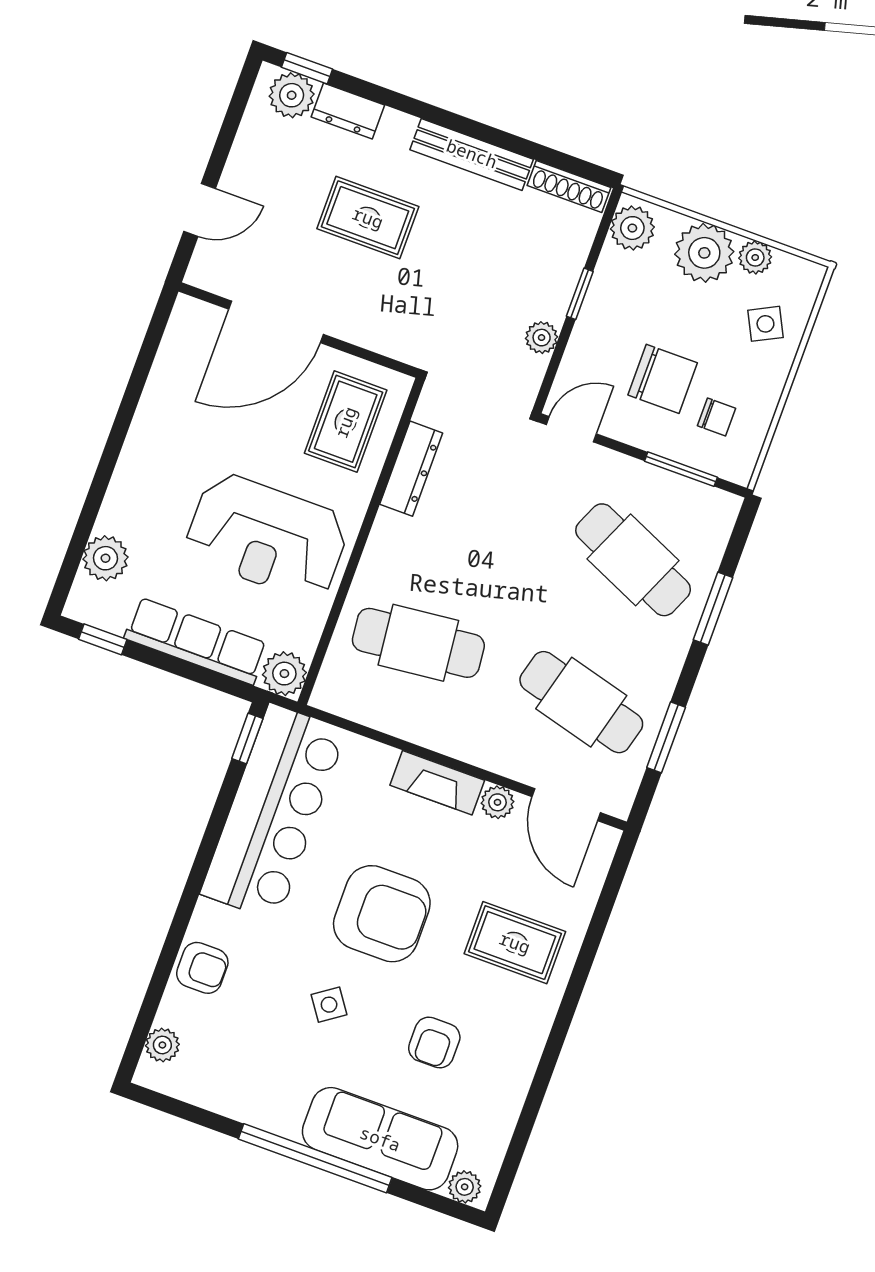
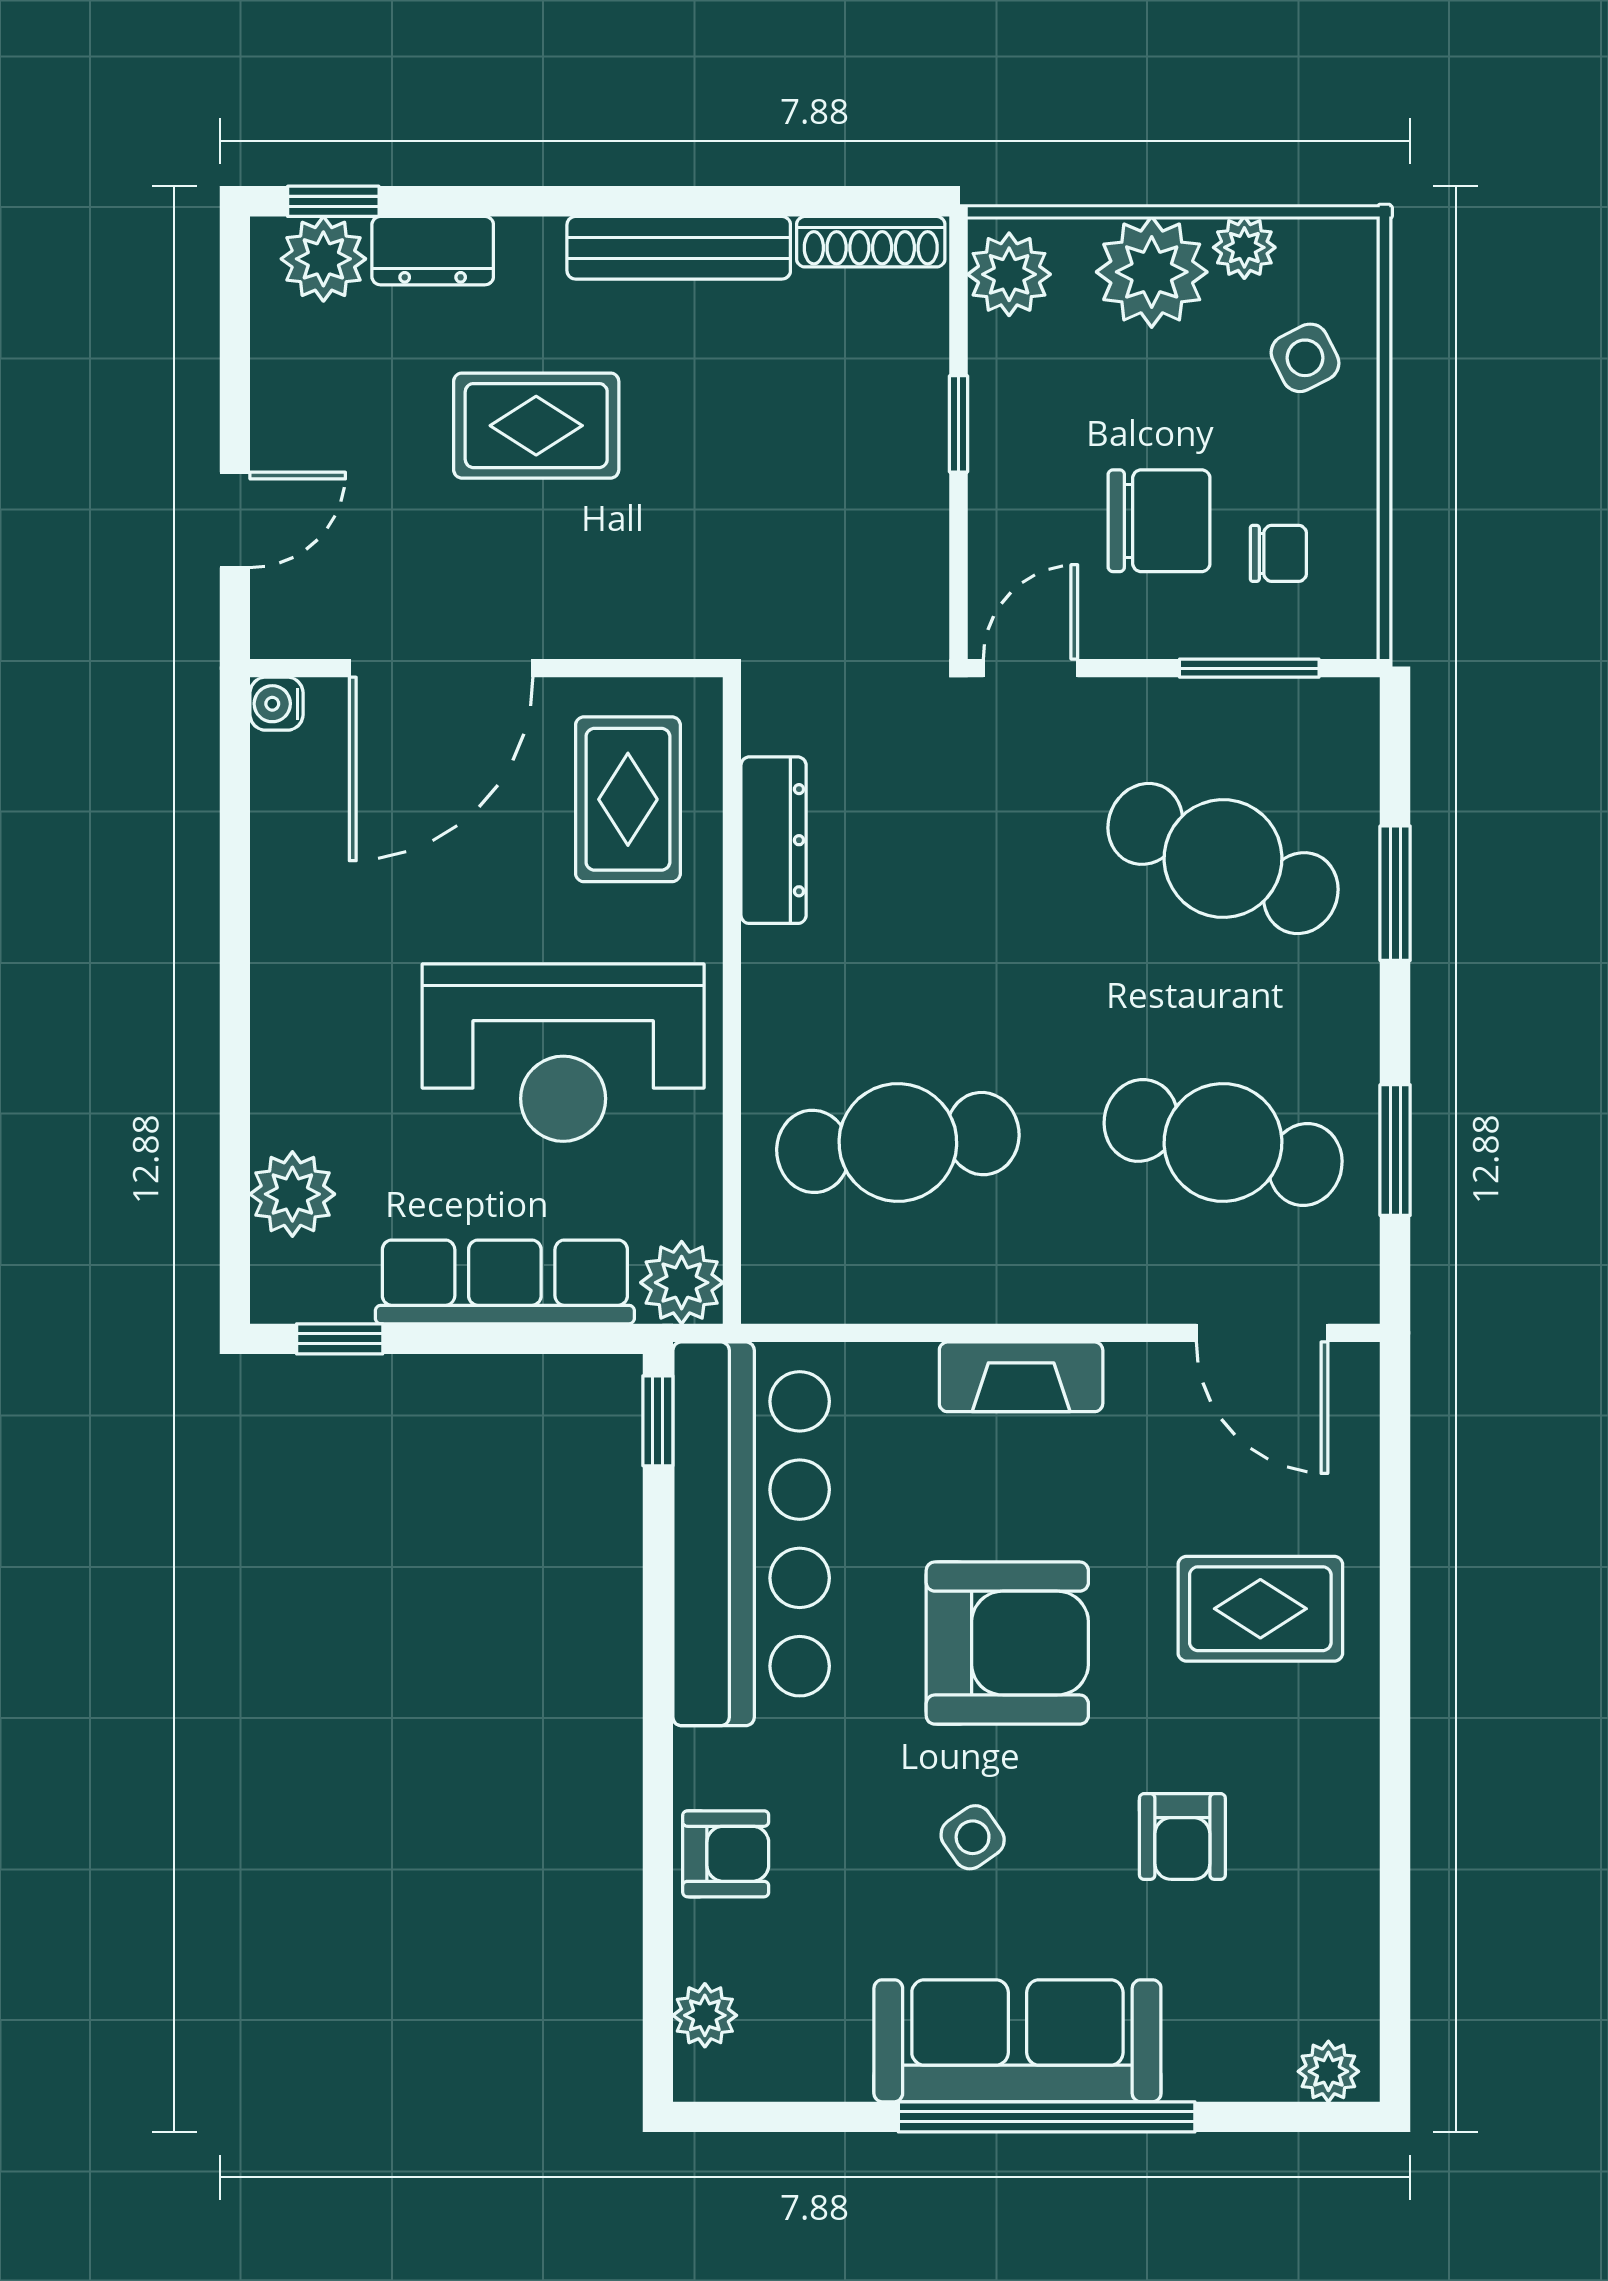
water cooler: (187, 310) -> (276, 704), added
plant: (542, 338) -> (919, 526), removed
plant: (498, 802) -> (1140, 1373), removed
sofa: (380, 1139) -> (1017, 2041), moved

